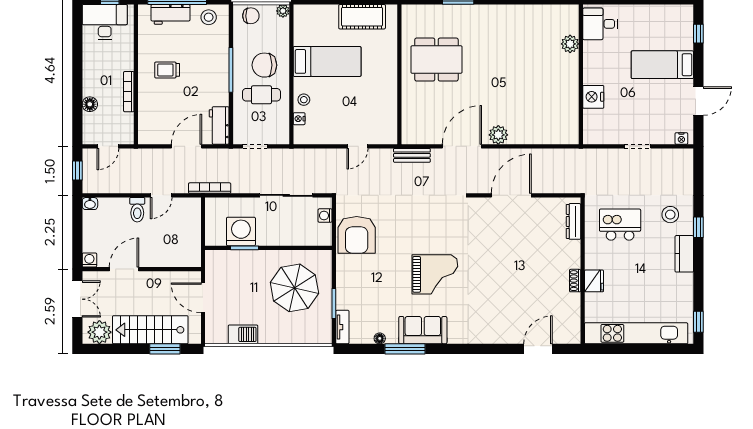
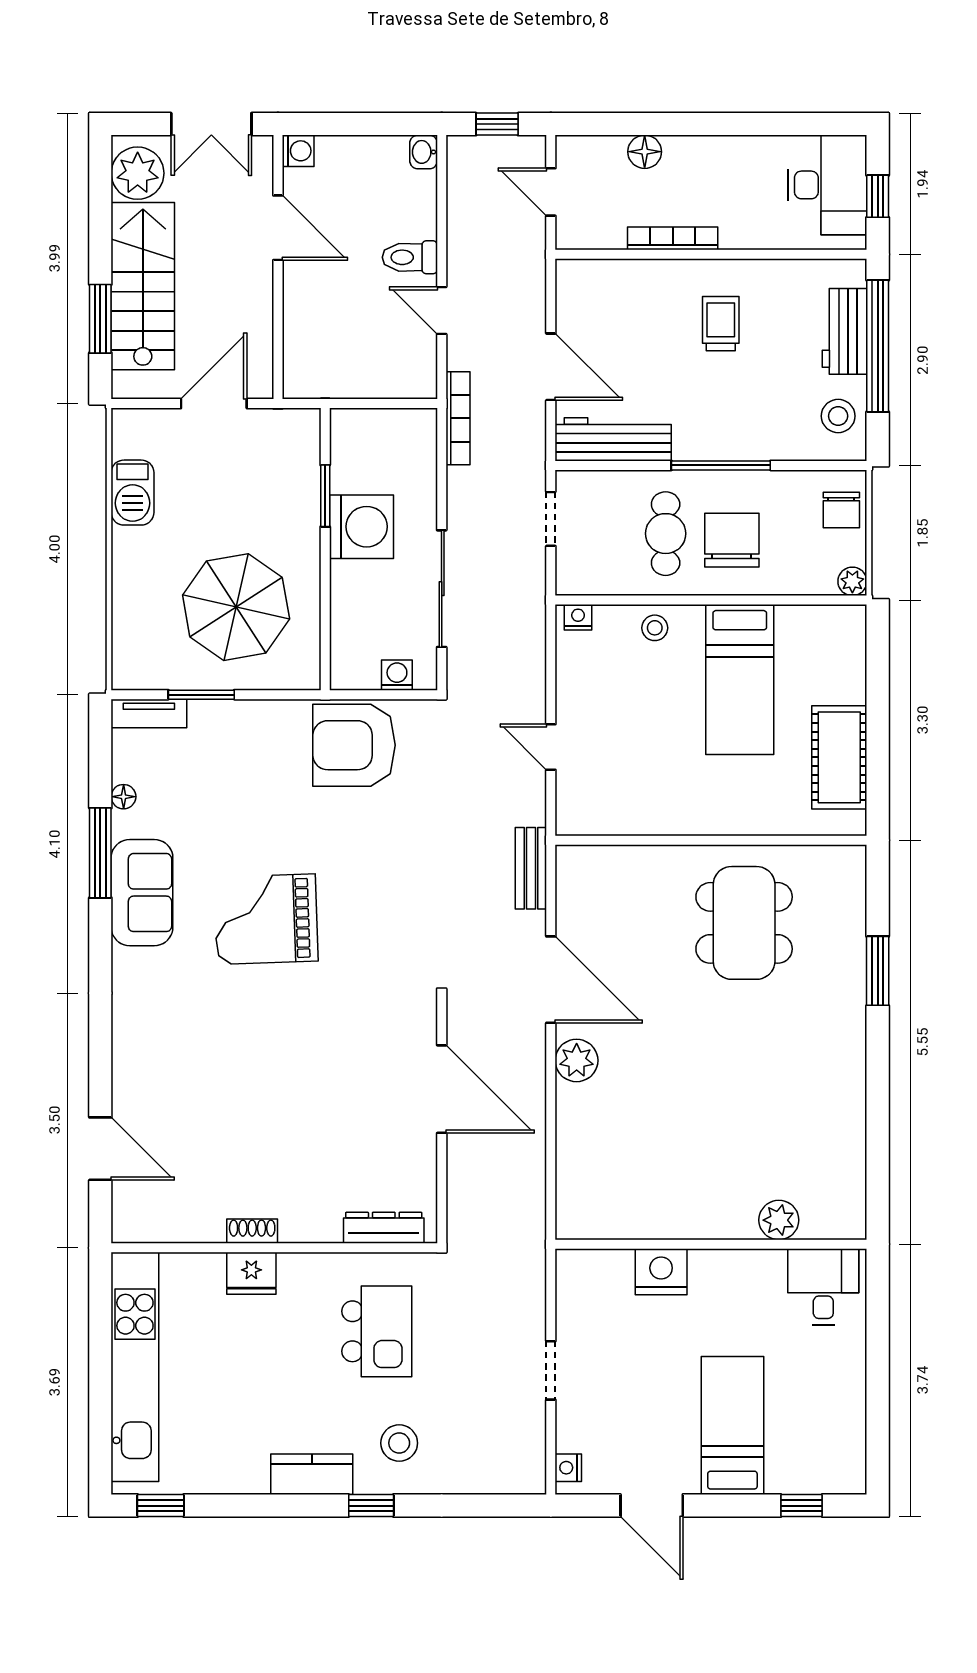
nightstand: (299, 119) -> (578, 617), moved
workbench: (219, 125) -> (613, 439), width x1.38
washing machine: (241, 231) -> (362, 527), moved
grand piano: (435, 274) -> (266, 919), turned 88

